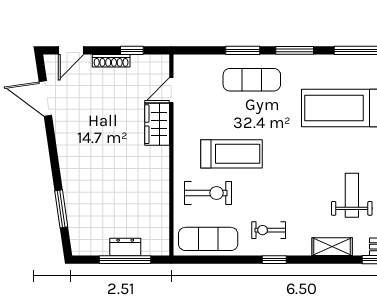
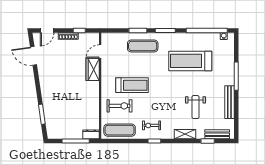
weight bench: (352, 195) -> (195, 107), turned 180
dresser: (125, 247) -> (91, 134), moved

